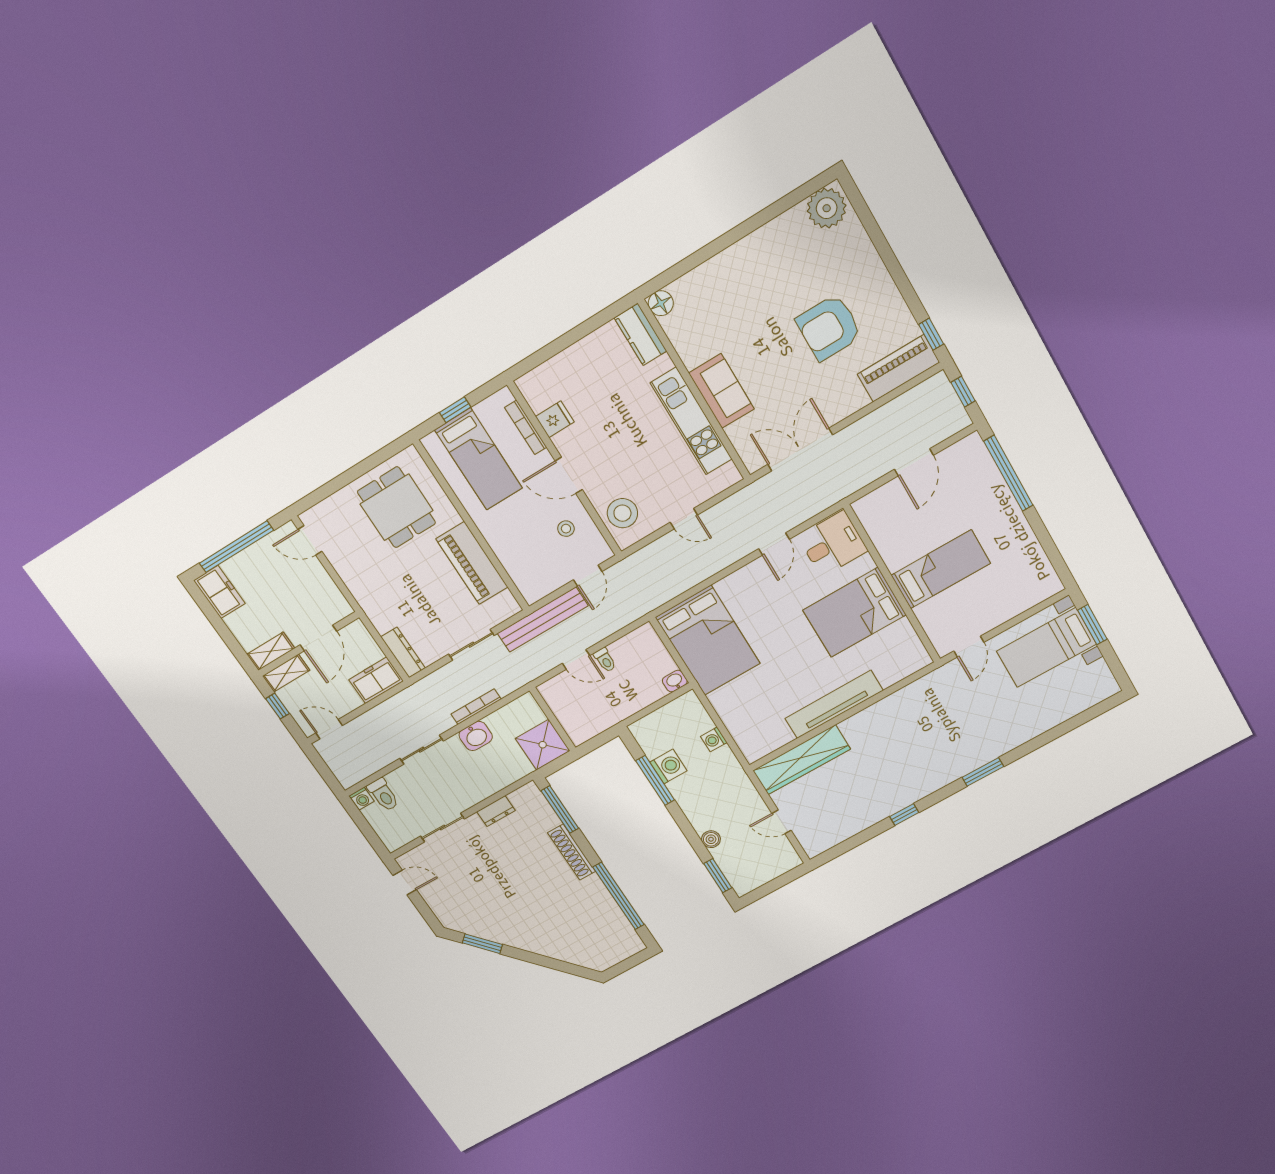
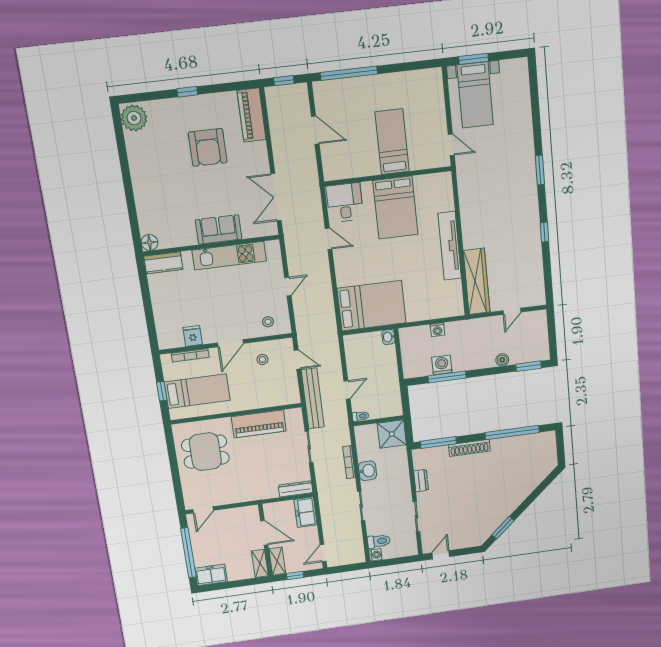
window: (931, 334) -> (187, 92), moved
stool: (622, 513) -> (268, 322), width x0.53, depth x0.53
toilet: (605, 660) -> (360, 416), moved

